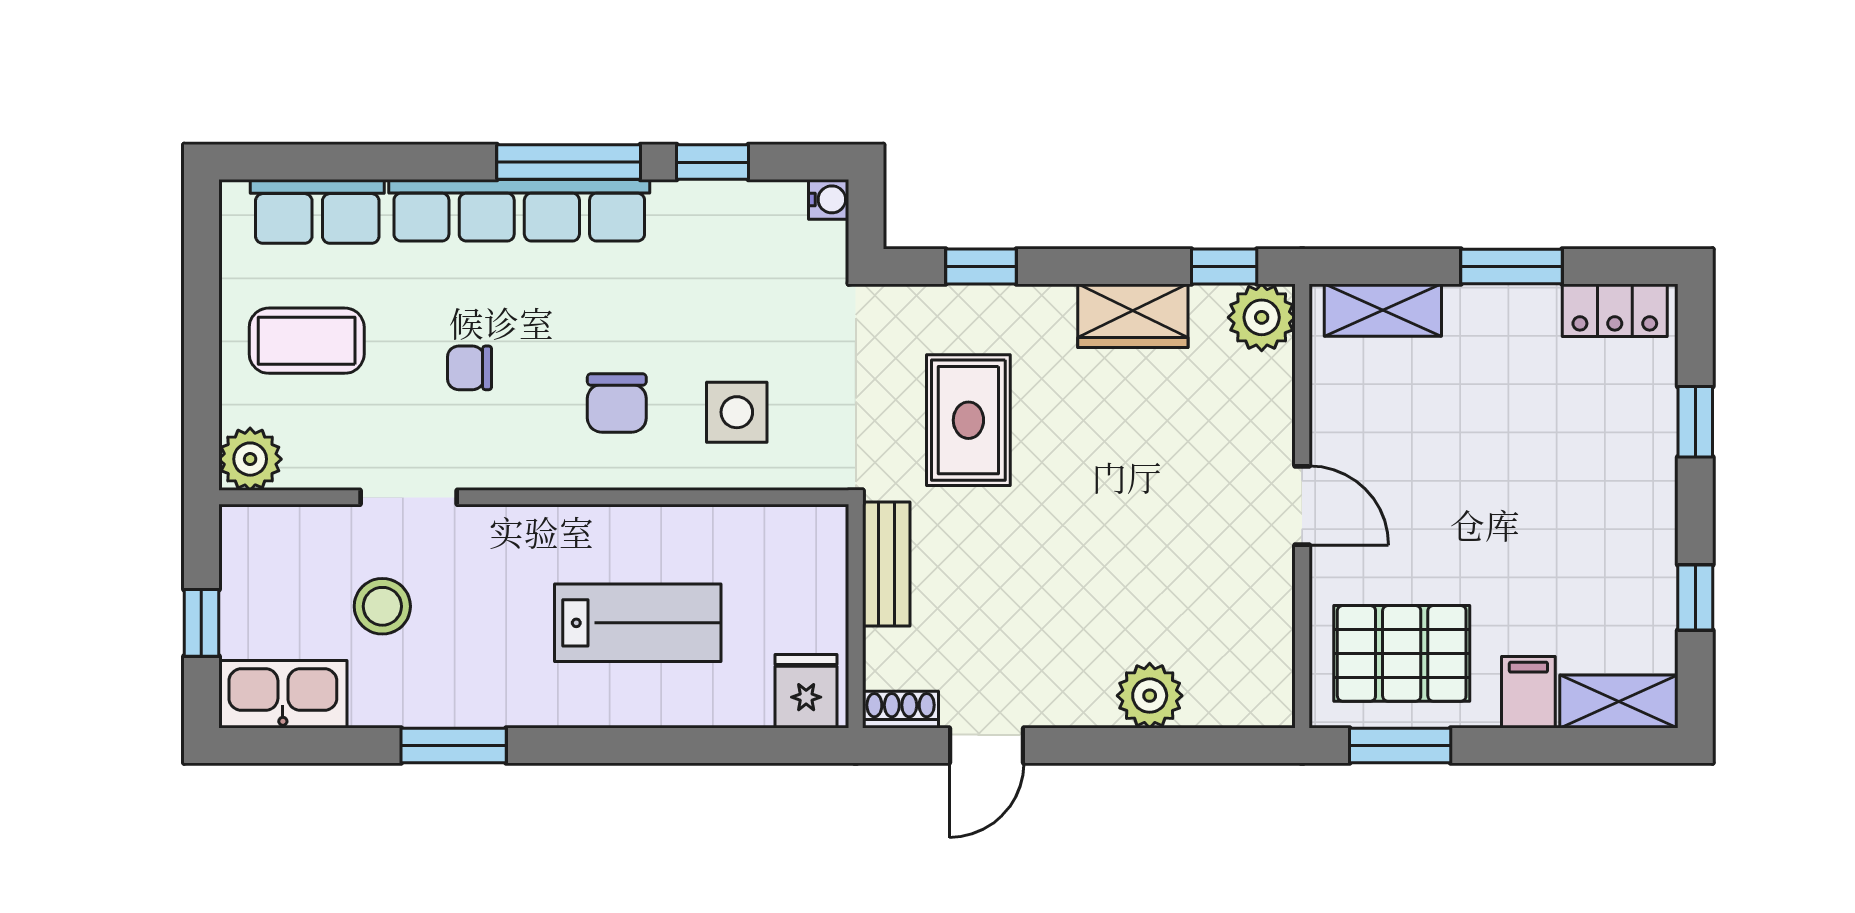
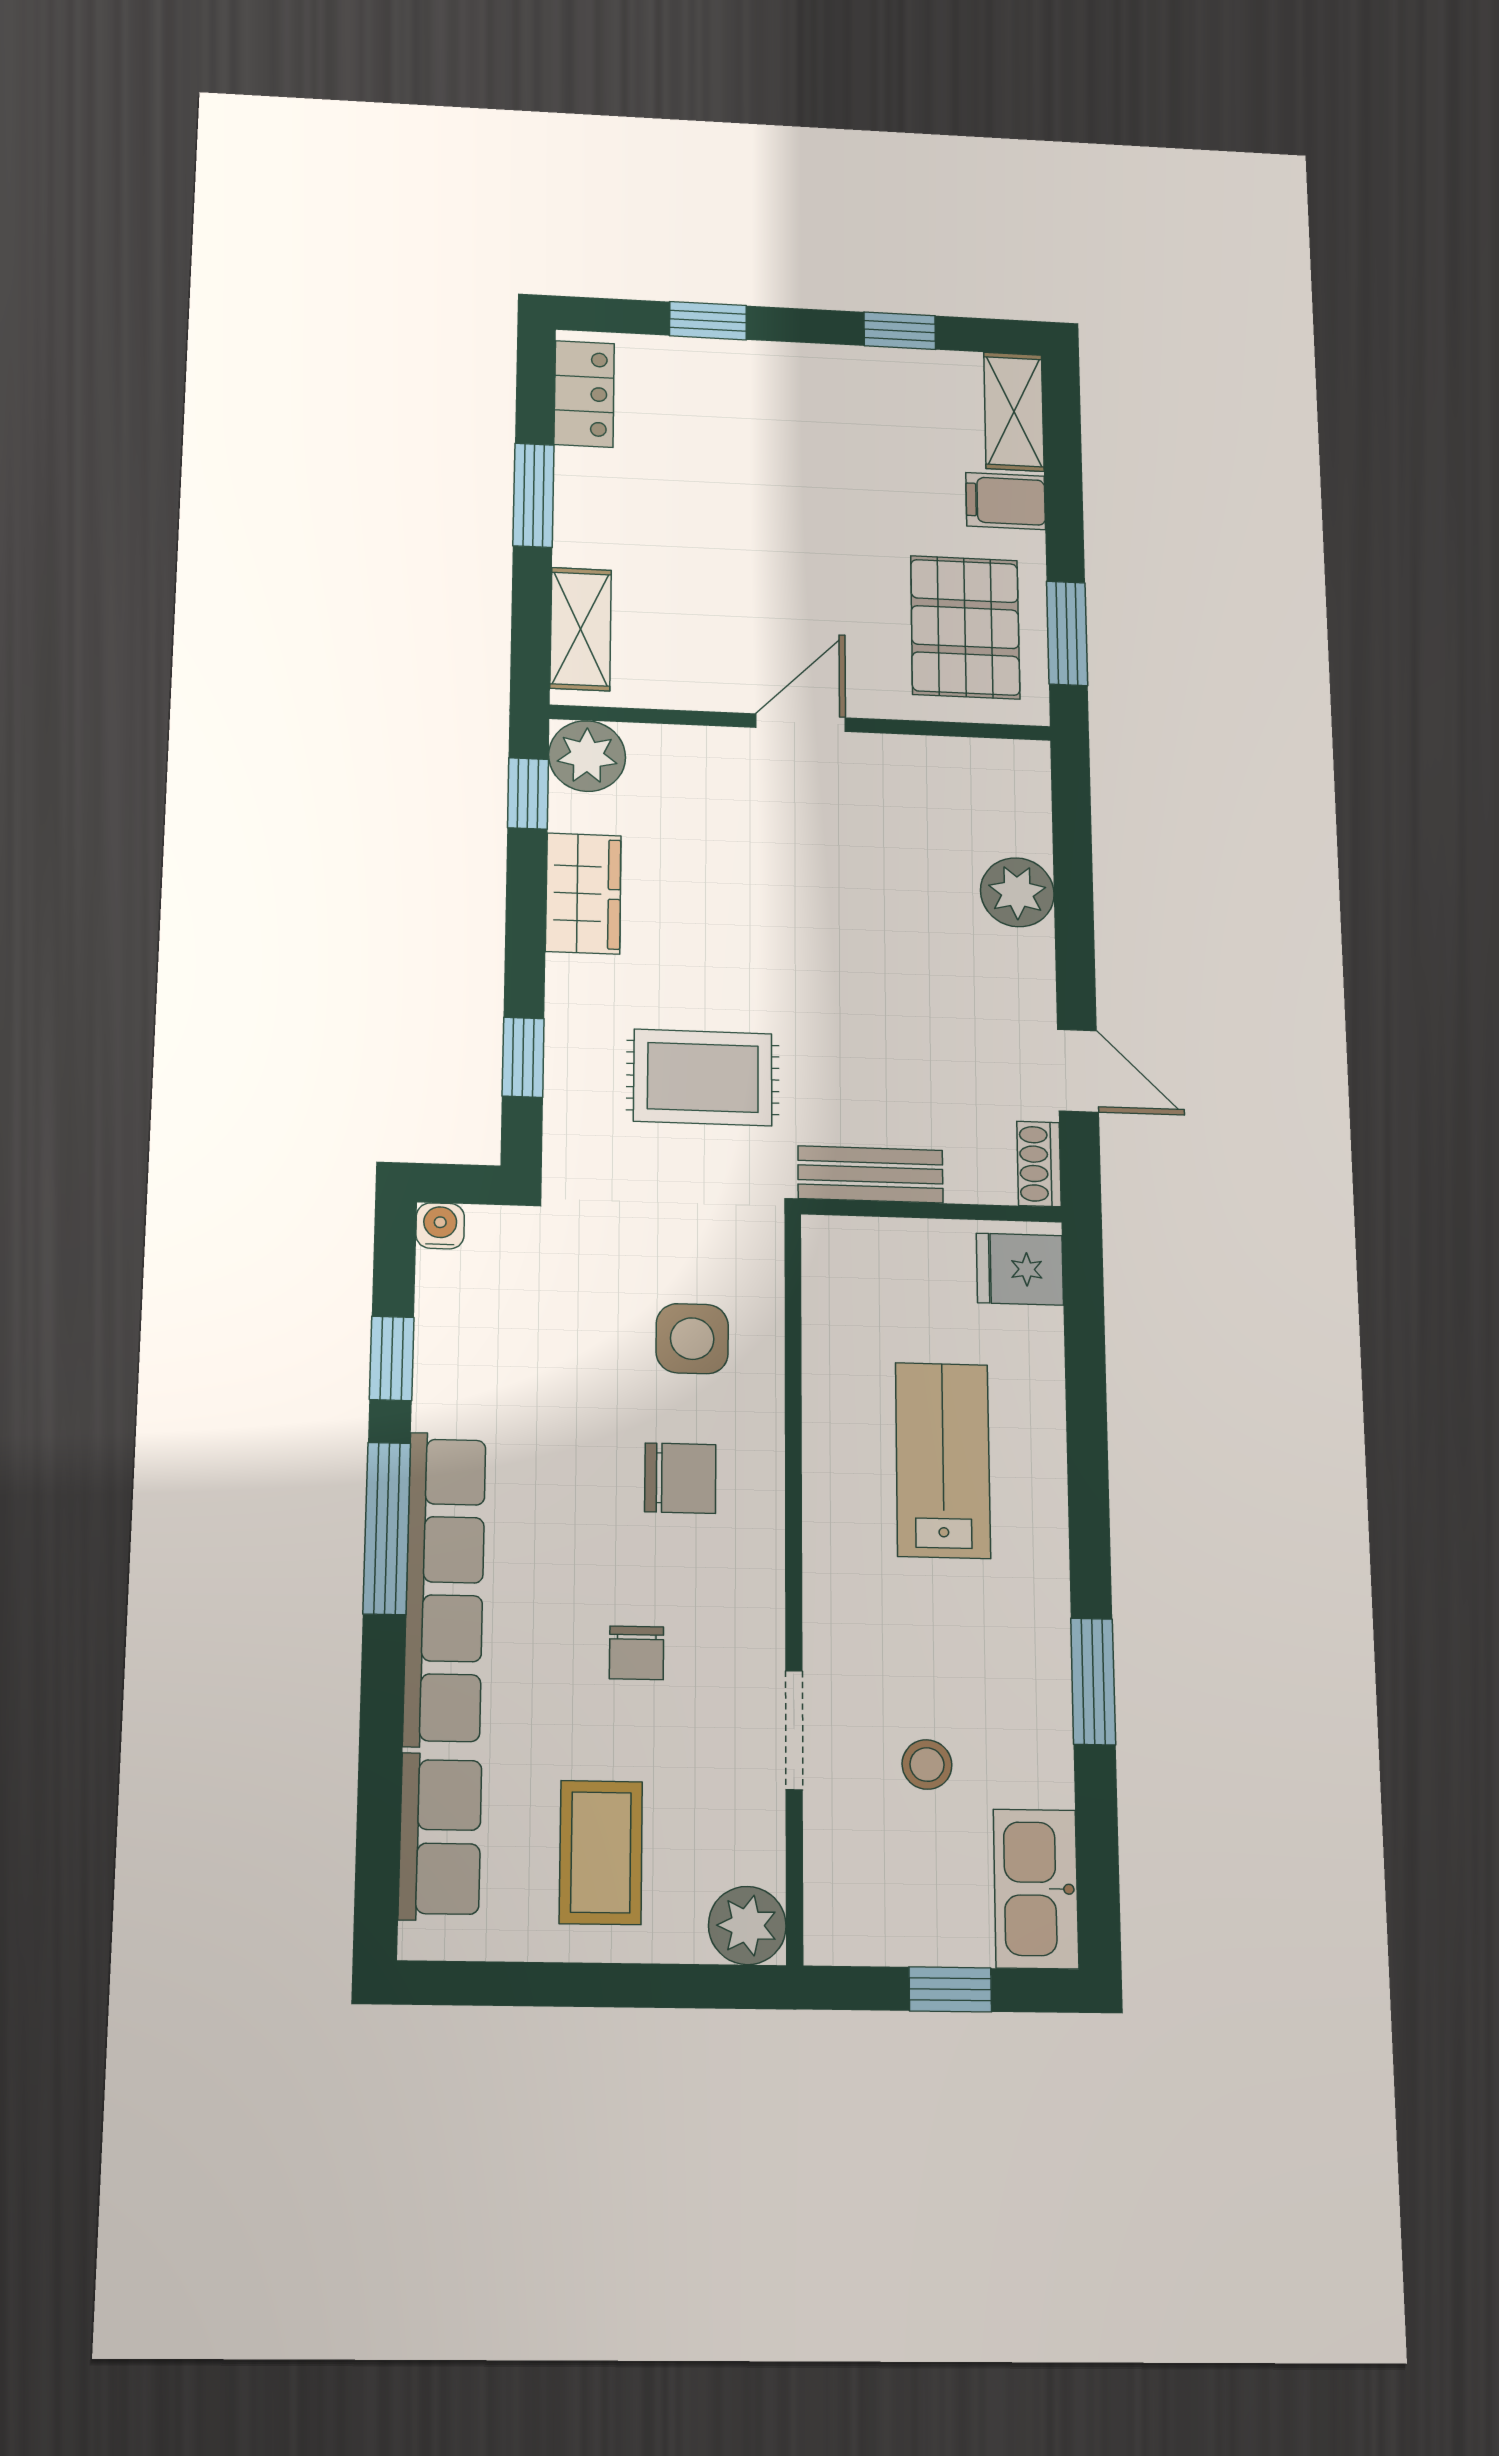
stool: (382, 606) -> (927, 1765), width x0.73, depth x0.73

